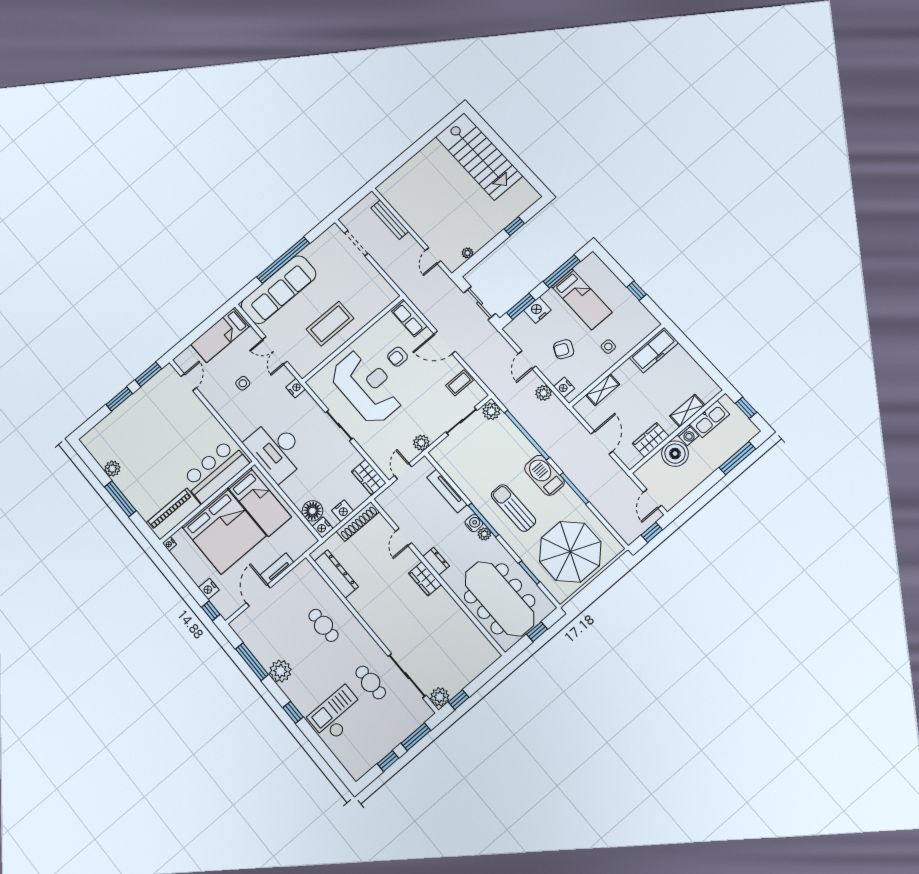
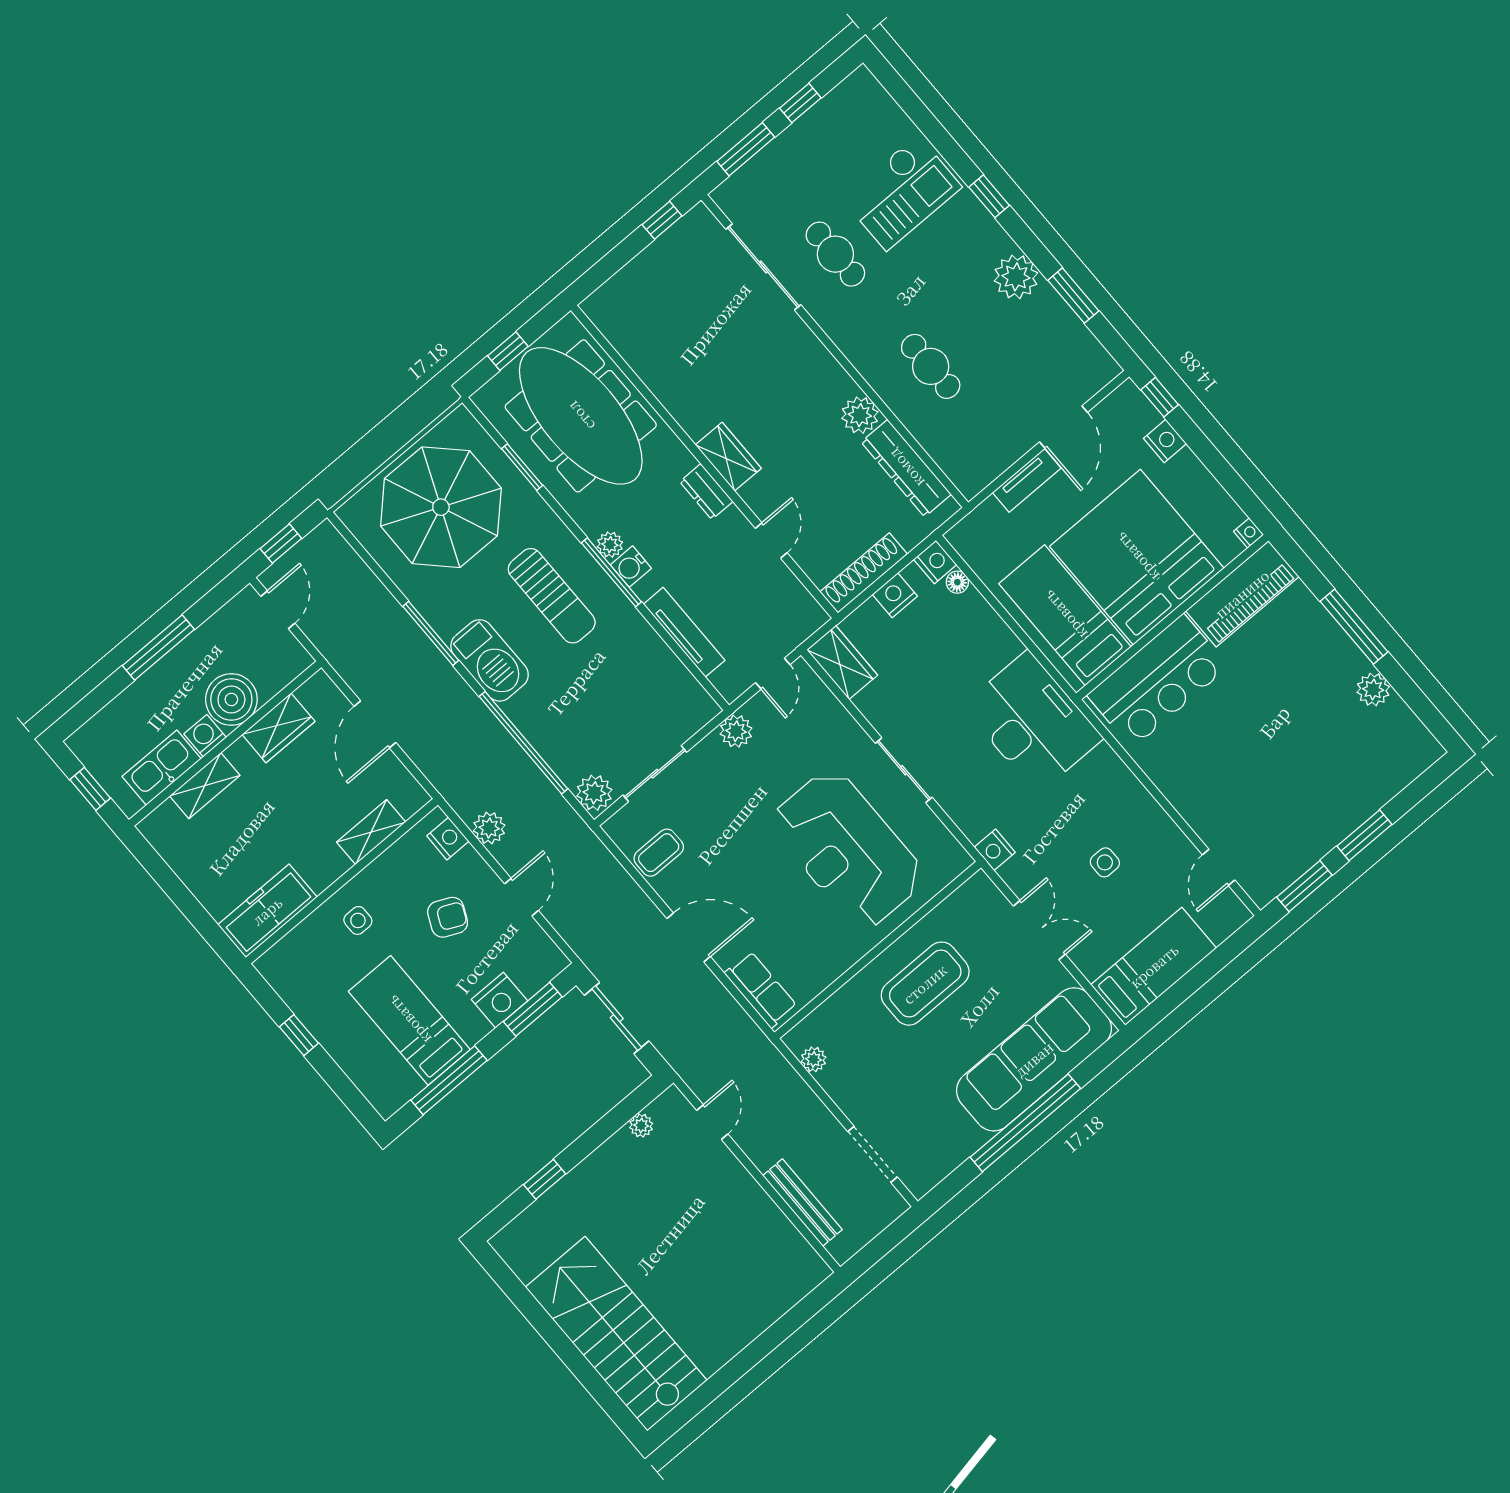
plant: (384, 287) -> (814, 1059), added
armchair: (398, 357) -> (785, 910), removed
window: (737, 458) -> (158, 647), moved
floor lamp: (312, 511) -> (957, 582), width x0.53, depth x0.53
window: (252, 662) -> (1073, 296), width x0.69
plant: (440, 697) -> (860, 415), moved

